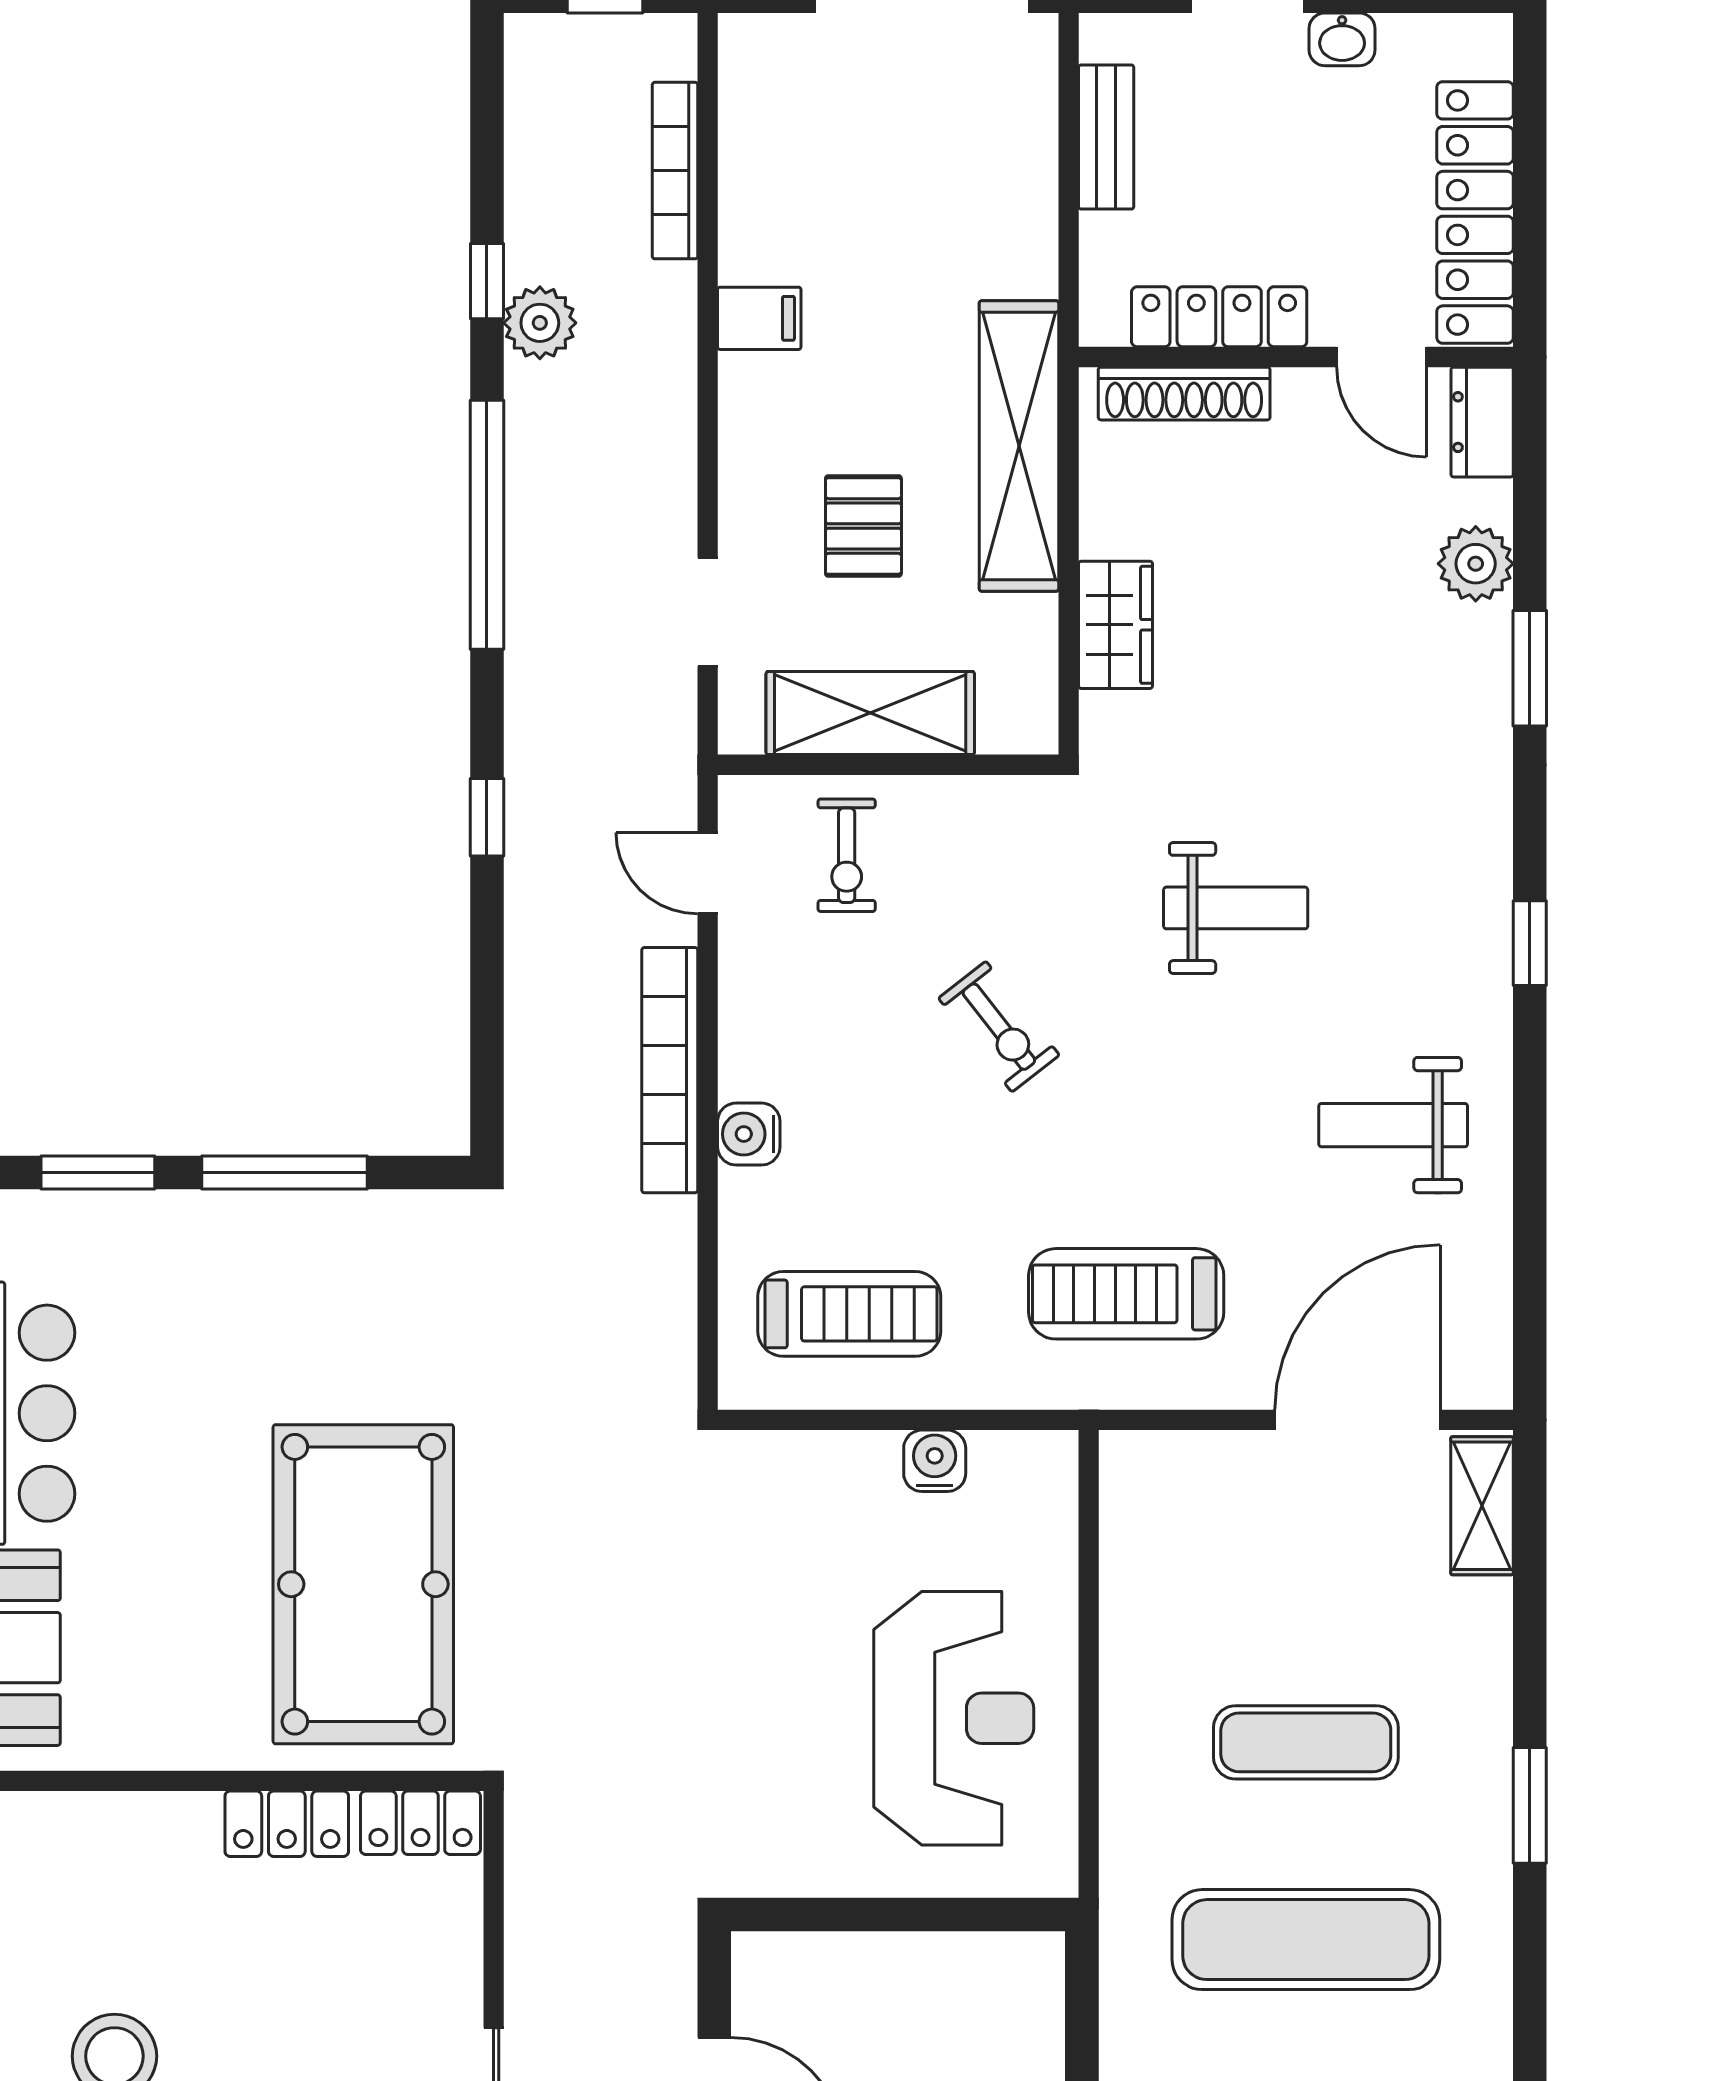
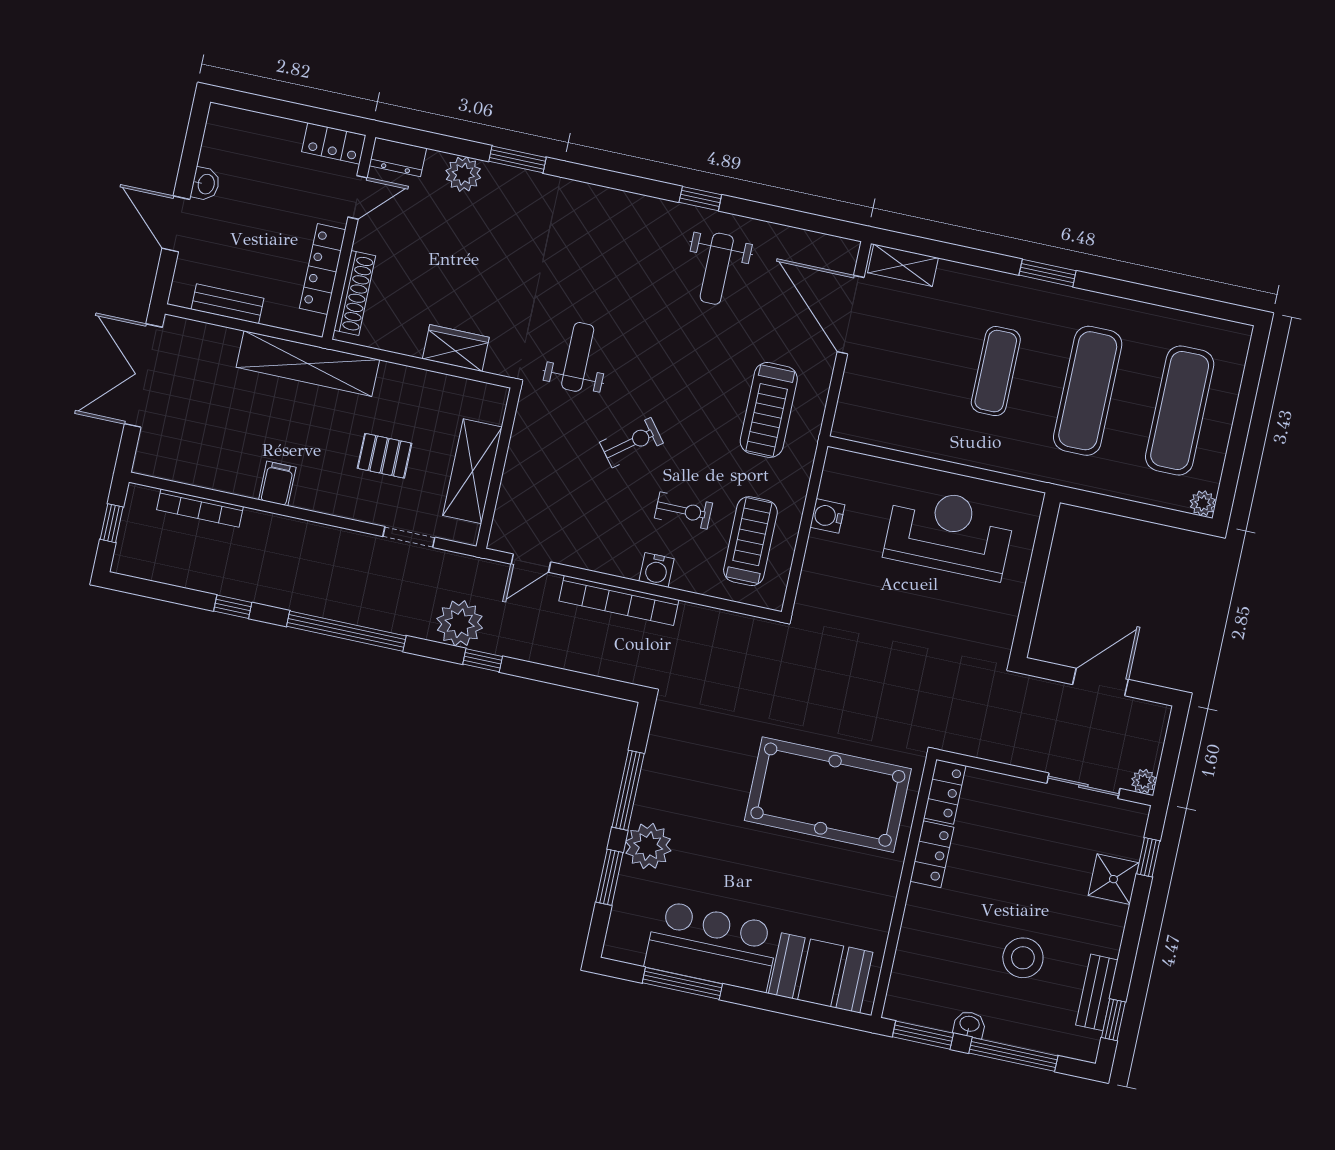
locker: (1475, 212) -> (334, 143), width x0.46, depth x0.83
plant: (540, 323) -> (460, 623), moved, width x1.36, depth x1.36
shelving: (1019, 446) -> (308, 364), moved
exercise bike: (847, 855) -> (683, 511), moved
weight bench: (1236, 908) -> (578, 357), moved
window: (1530, 943) -> (700, 199), moved
plant: (179, 1238) -> (648, 846), added

